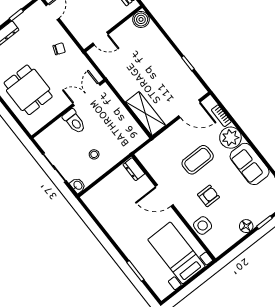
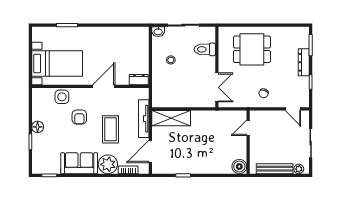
toilet: (74, 121) -> (205, 49), moved
tv unit: (165, 138) -> (144, 119), added

